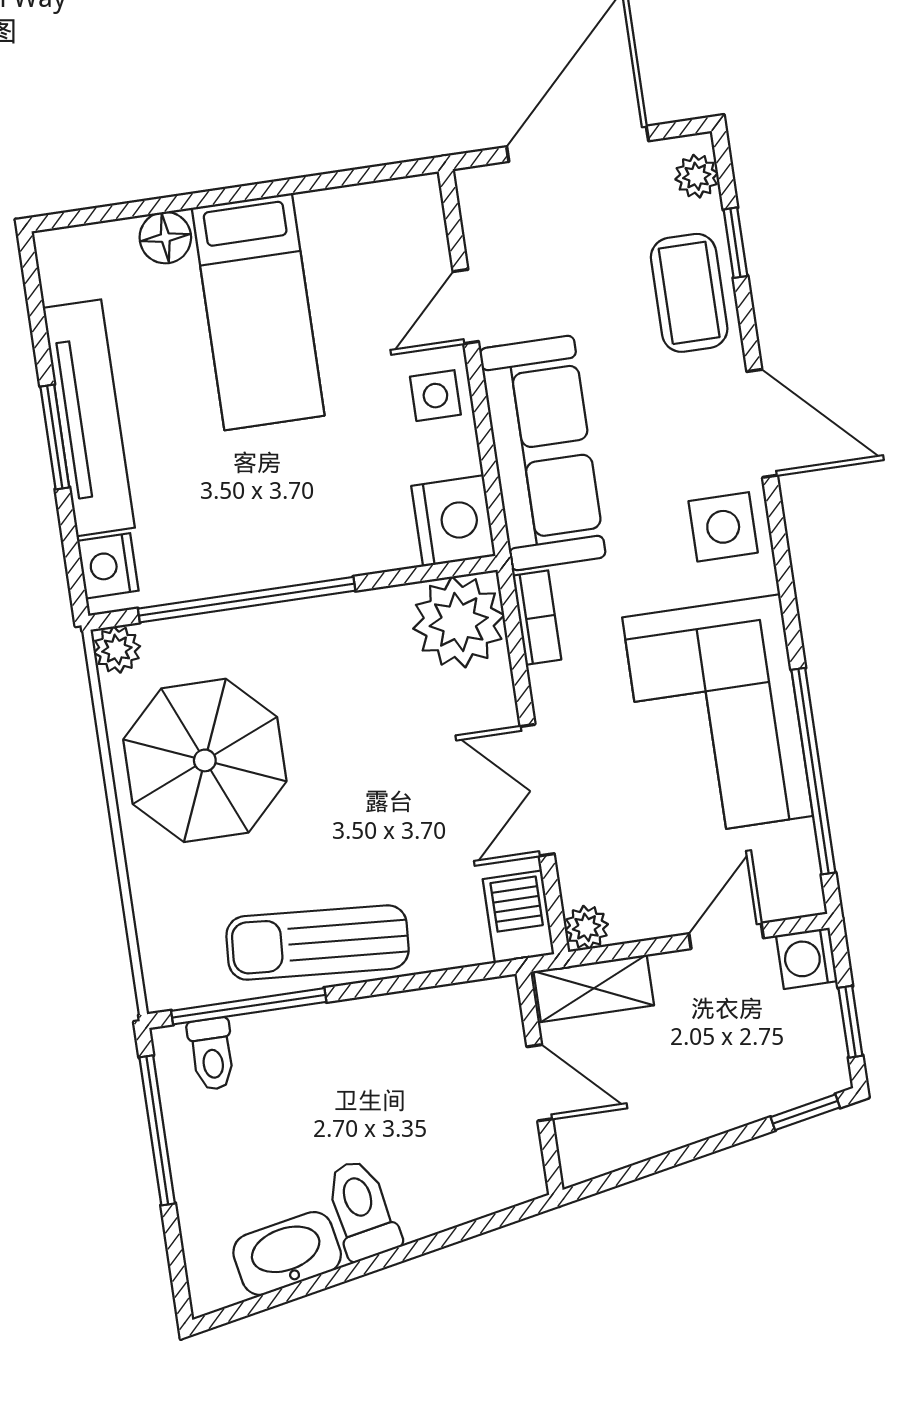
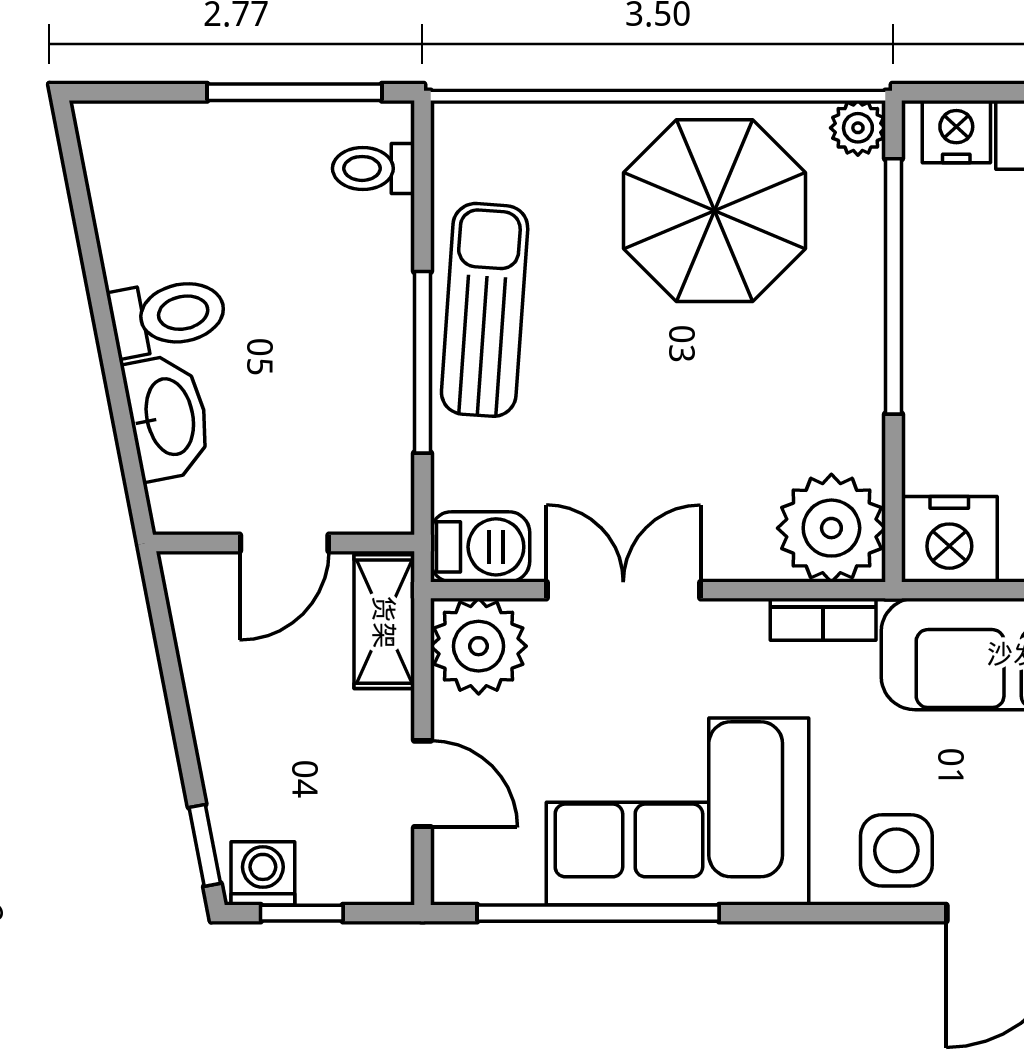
plant: (586, 927) -> (479, 646), width x1.88, depth x1.88
washing machine: (807, 958) -> (263, 873), moved
window: (249, 1006) -> (423, 362), moved
washbasin: (287, 1254) -> (168, 417), moved

